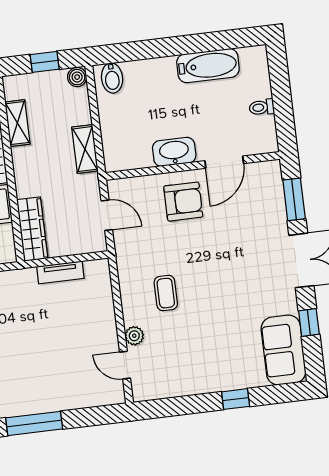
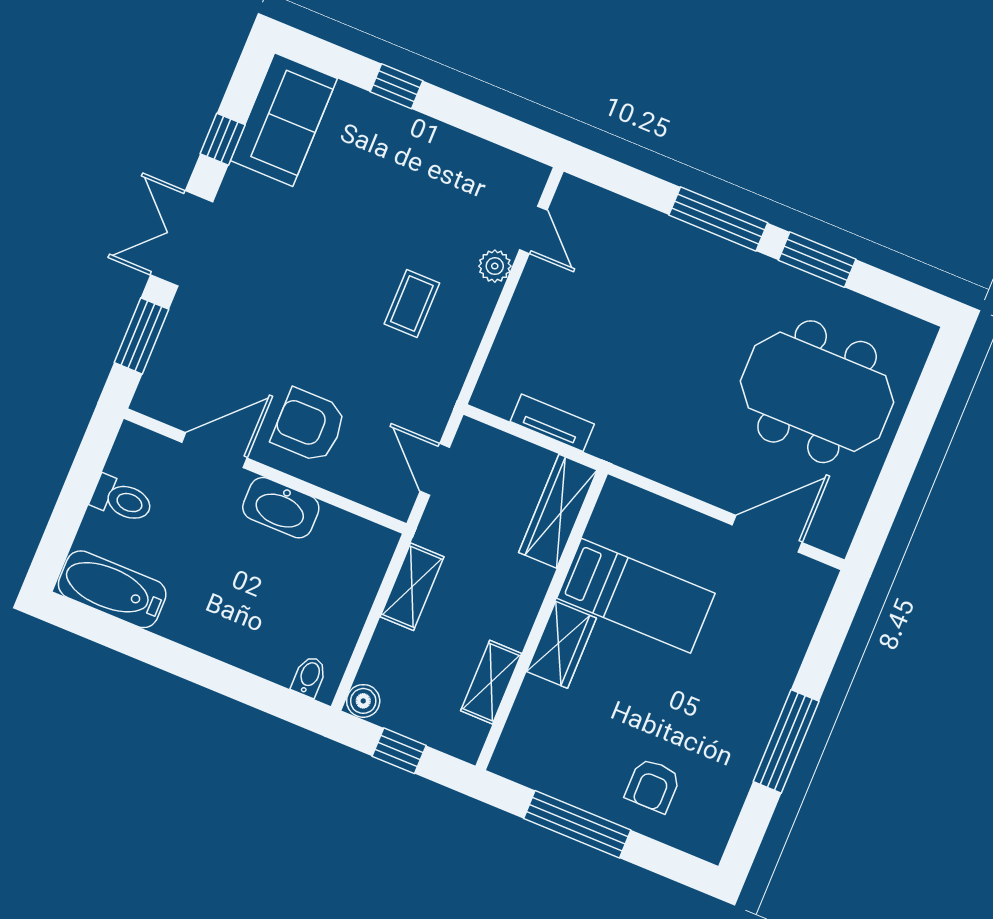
bathtub: (208, 66) -> (112, 589), moved
bidet: (112, 78) -> (309, 677), width x0.72, depth x0.74
toilet: (262, 107) -> (122, 499), width x1.37, depth x1.39

